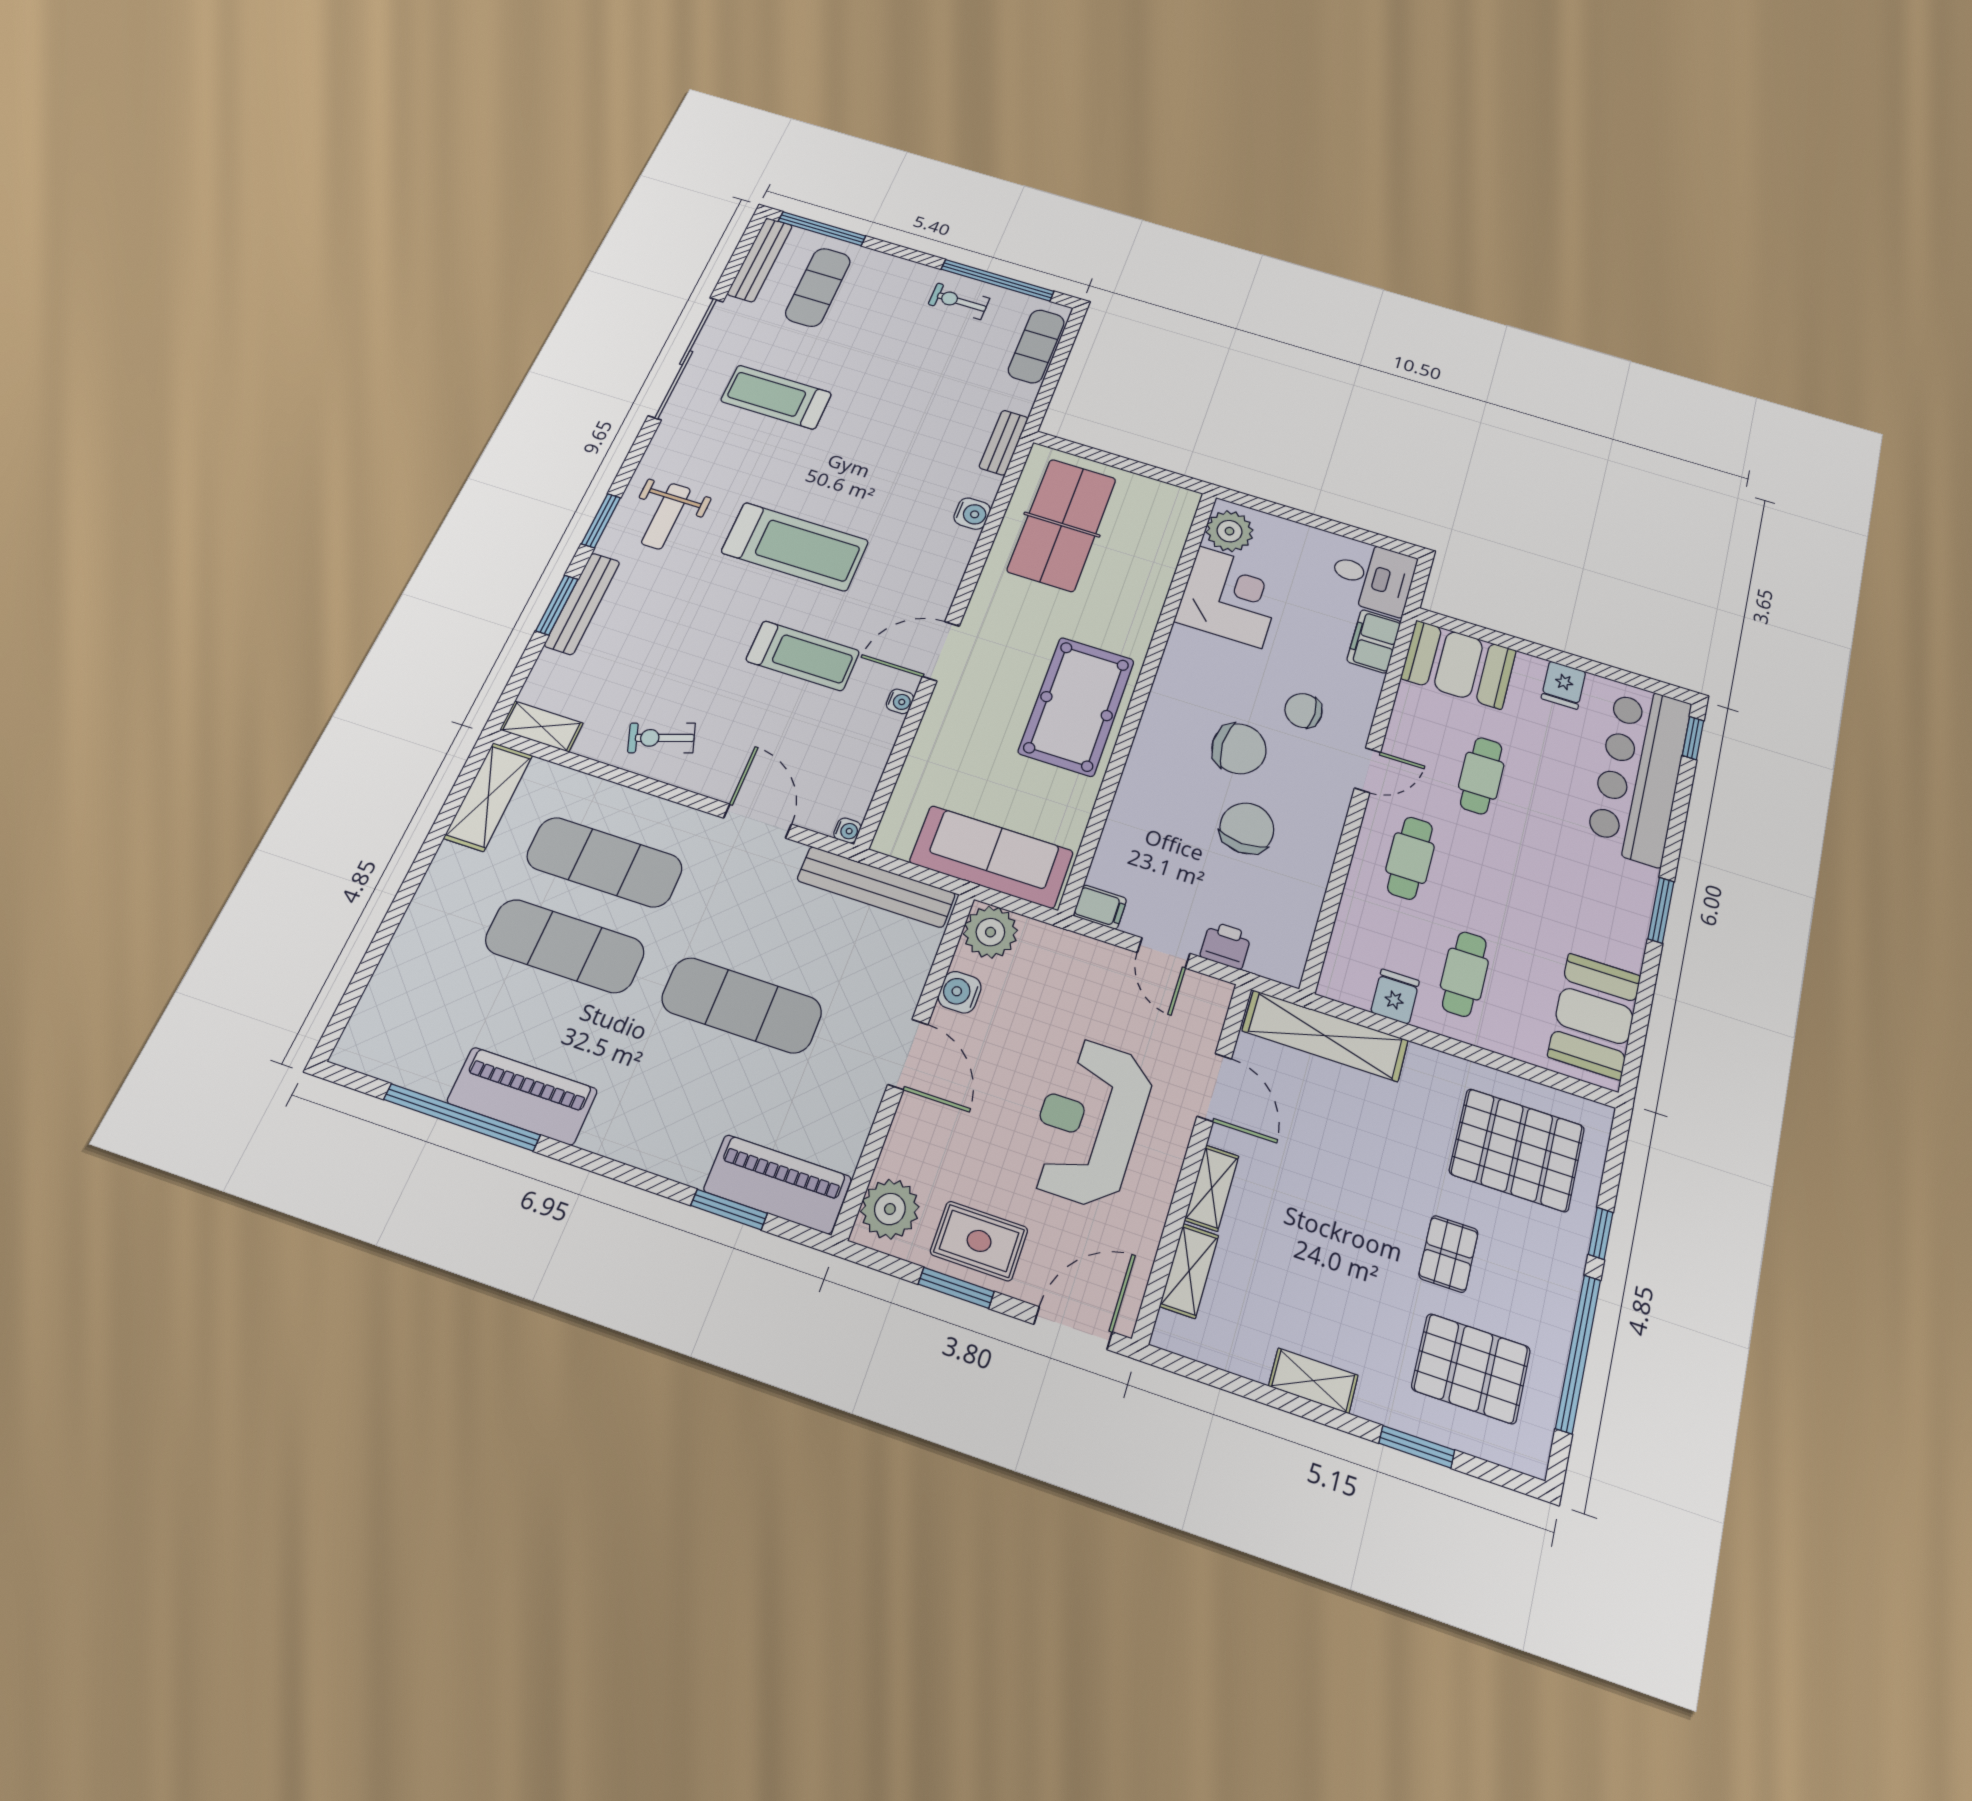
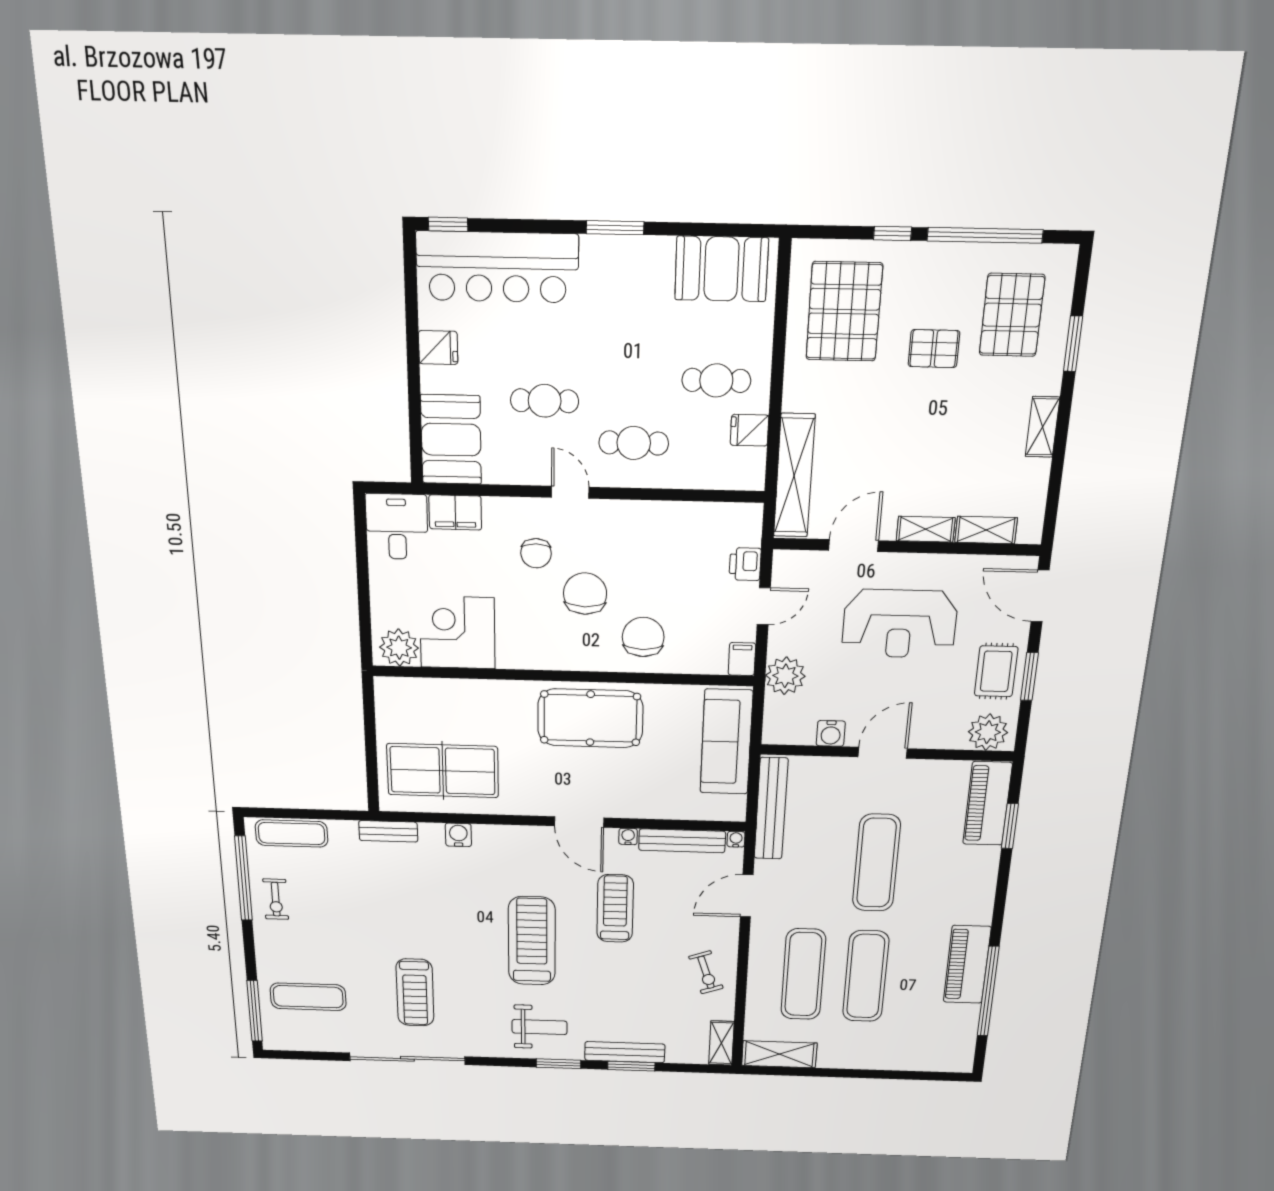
bench: (760, 260) -> (682, 841), moved
chair: (1247, 828) -> (643, 637), moved, turned 88
plant: (990, 932) -> (785, 676), moved

